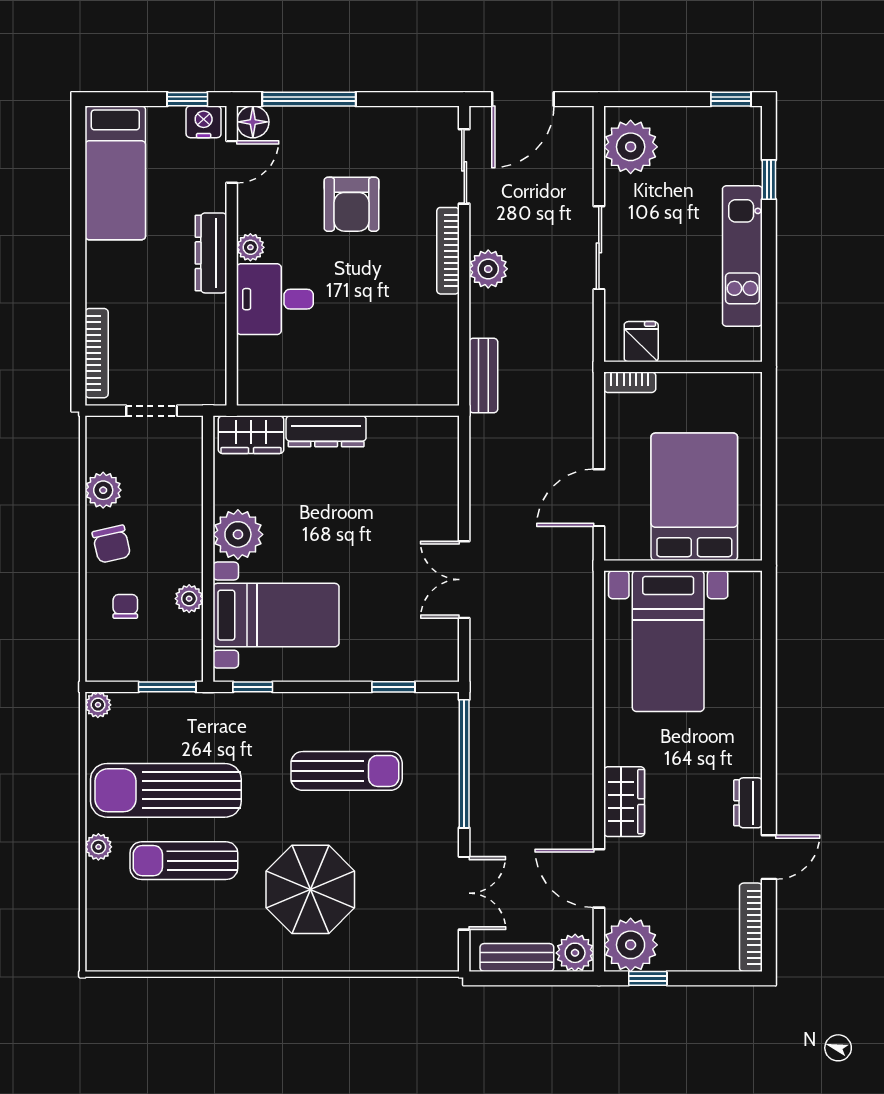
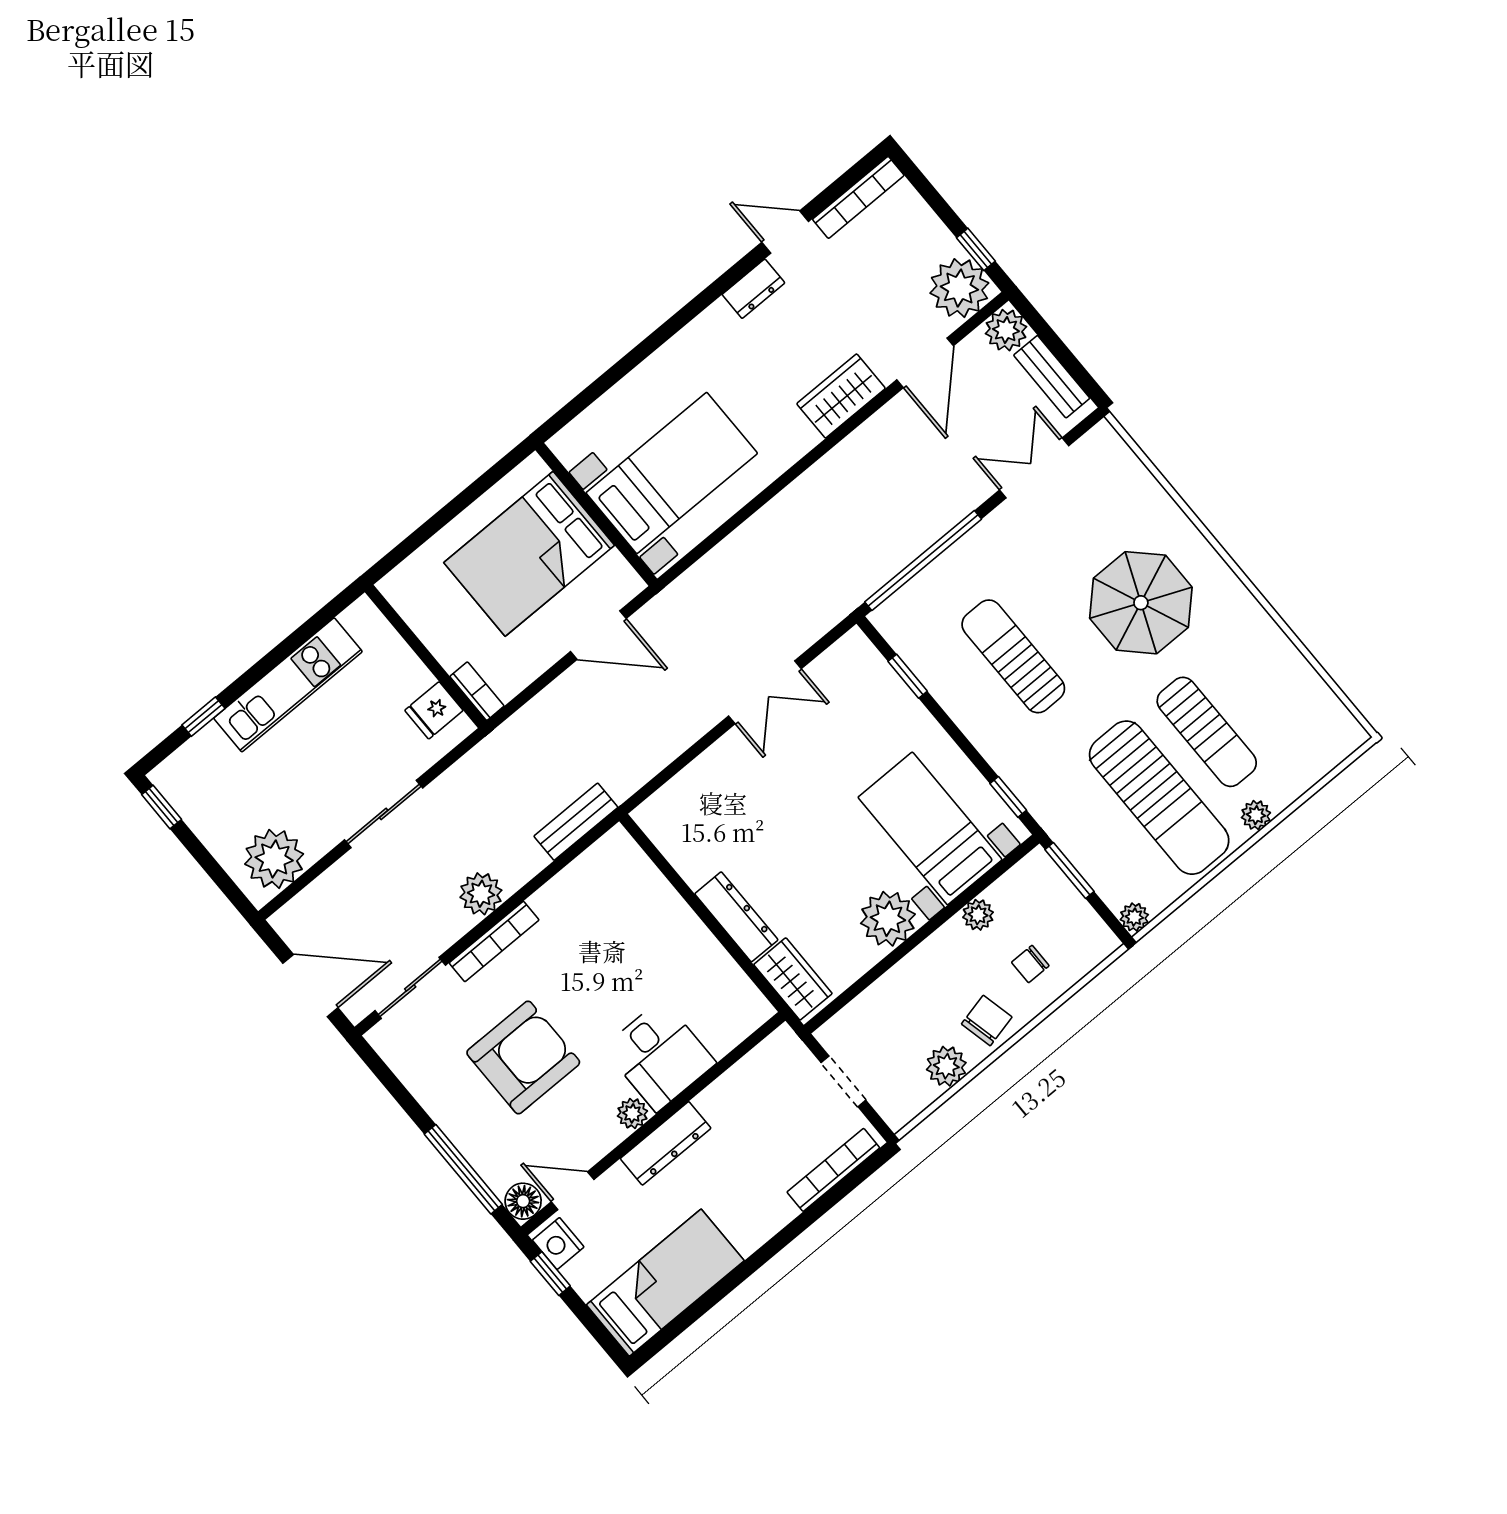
armchair: (352, 204) -> (523, 1057), width x1.36, depth x1.36

